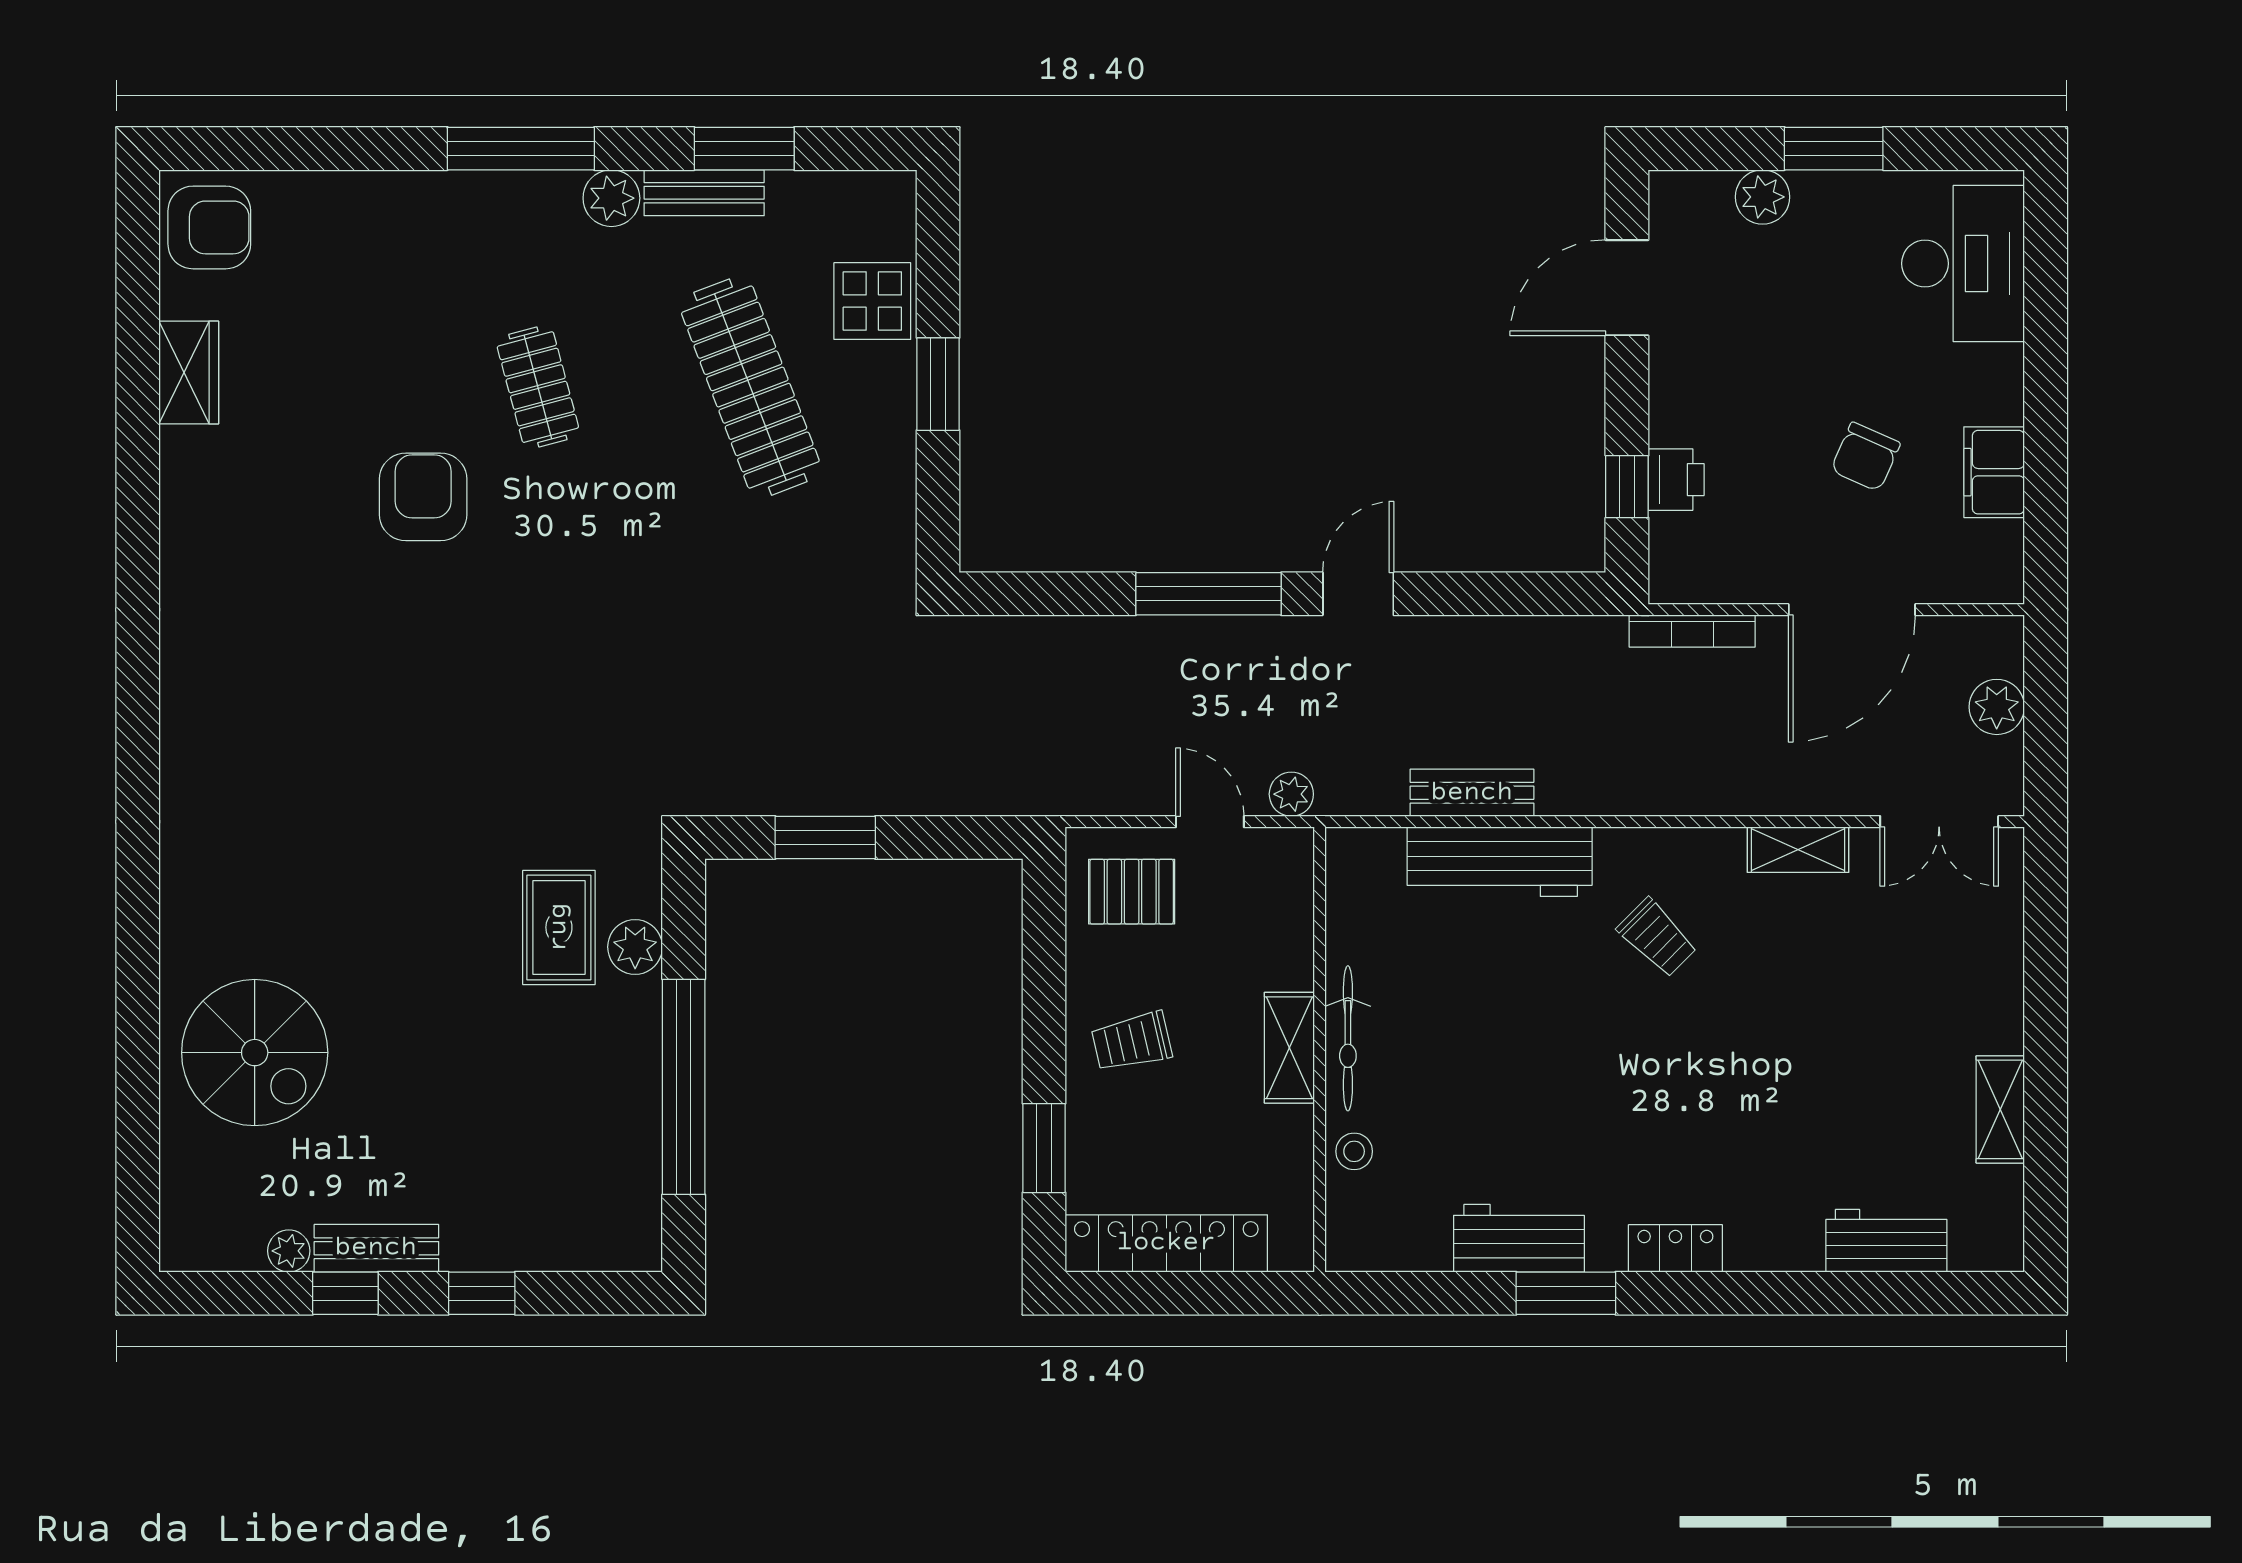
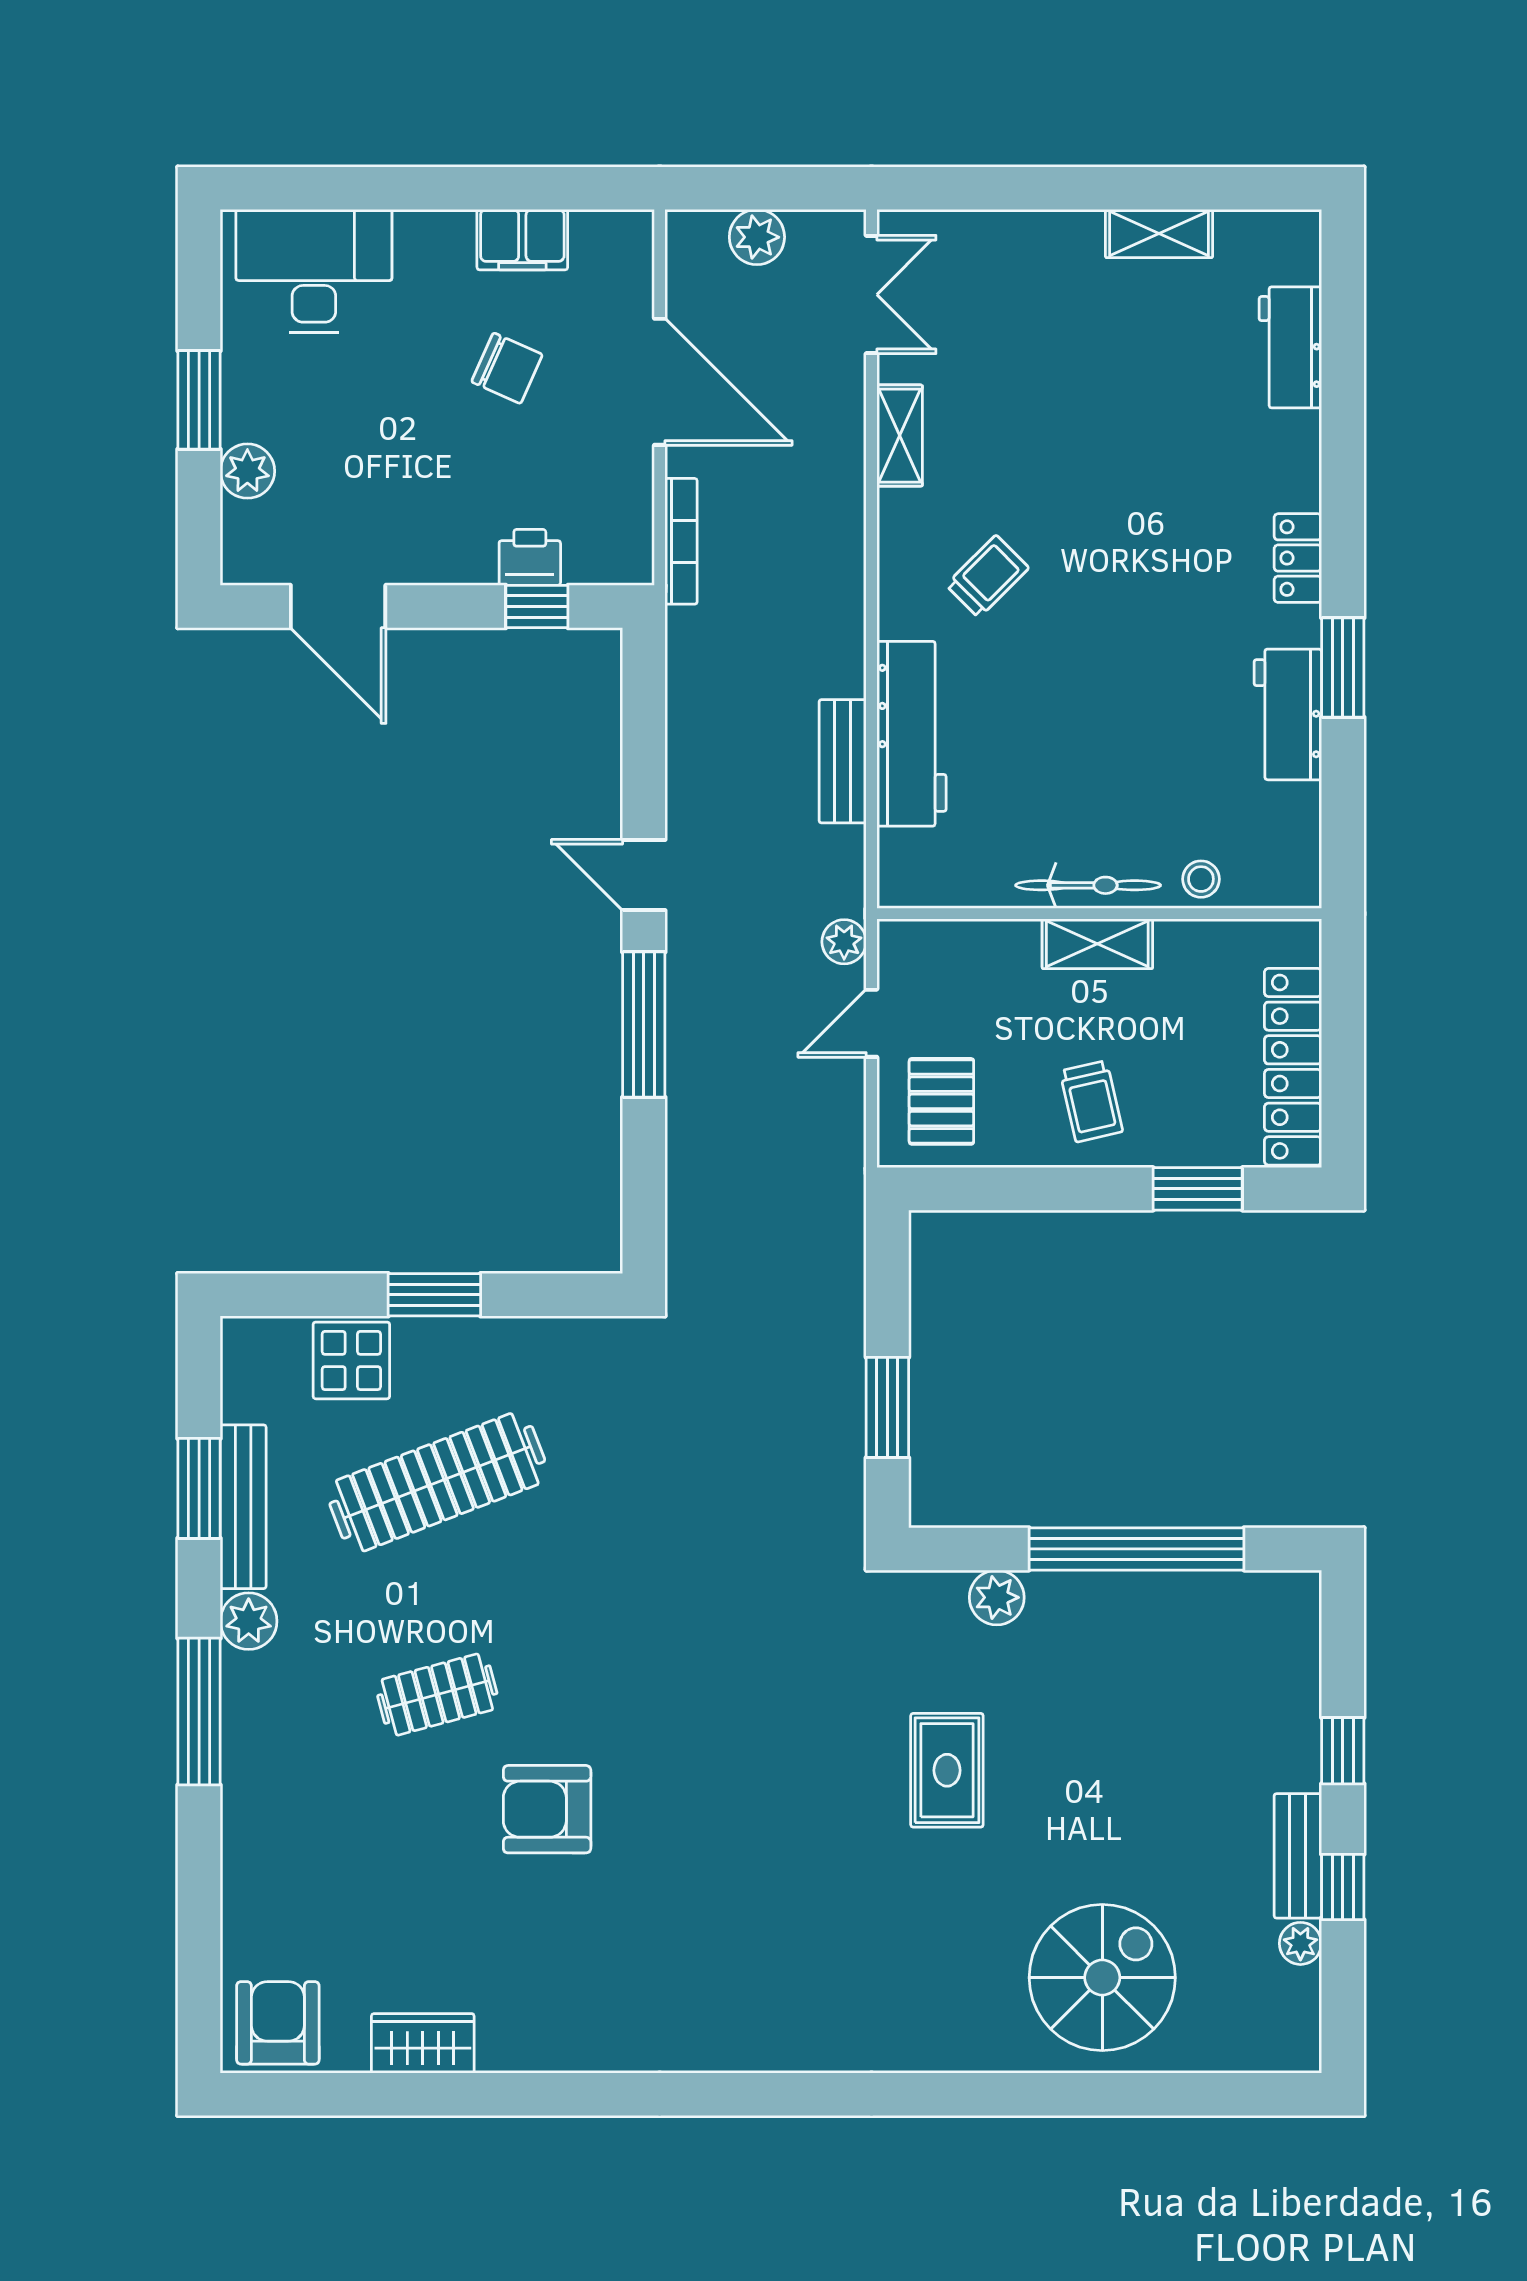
bench: (704, 193) -> (243, 1507), width x1.36
rug: (559, 927) -> (947, 1770), moved, turned 90

